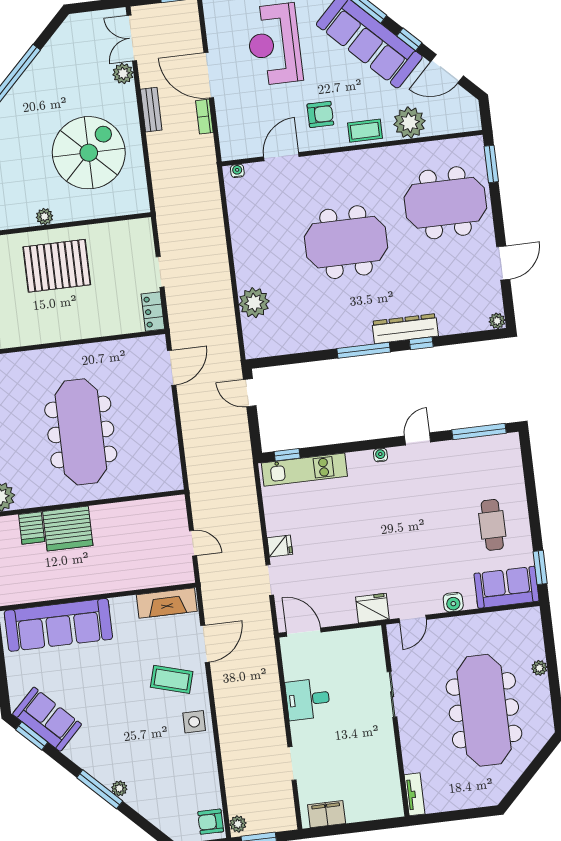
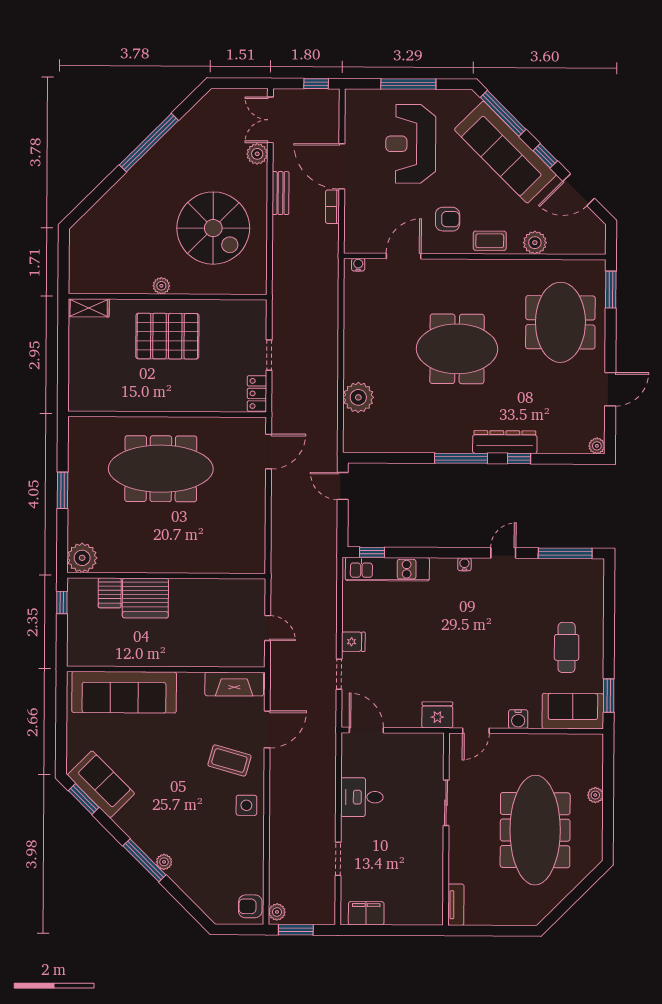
plant: (409, 123) -> (535, 243), width x0.73, depth x0.73
spiral stairs: (89, 153) -> (213, 228), turned 90
meeting table: (445, 203) -> (560, 322), turned 90
meeting table: (81, 432) -> (161, 469), moved, turned 90

